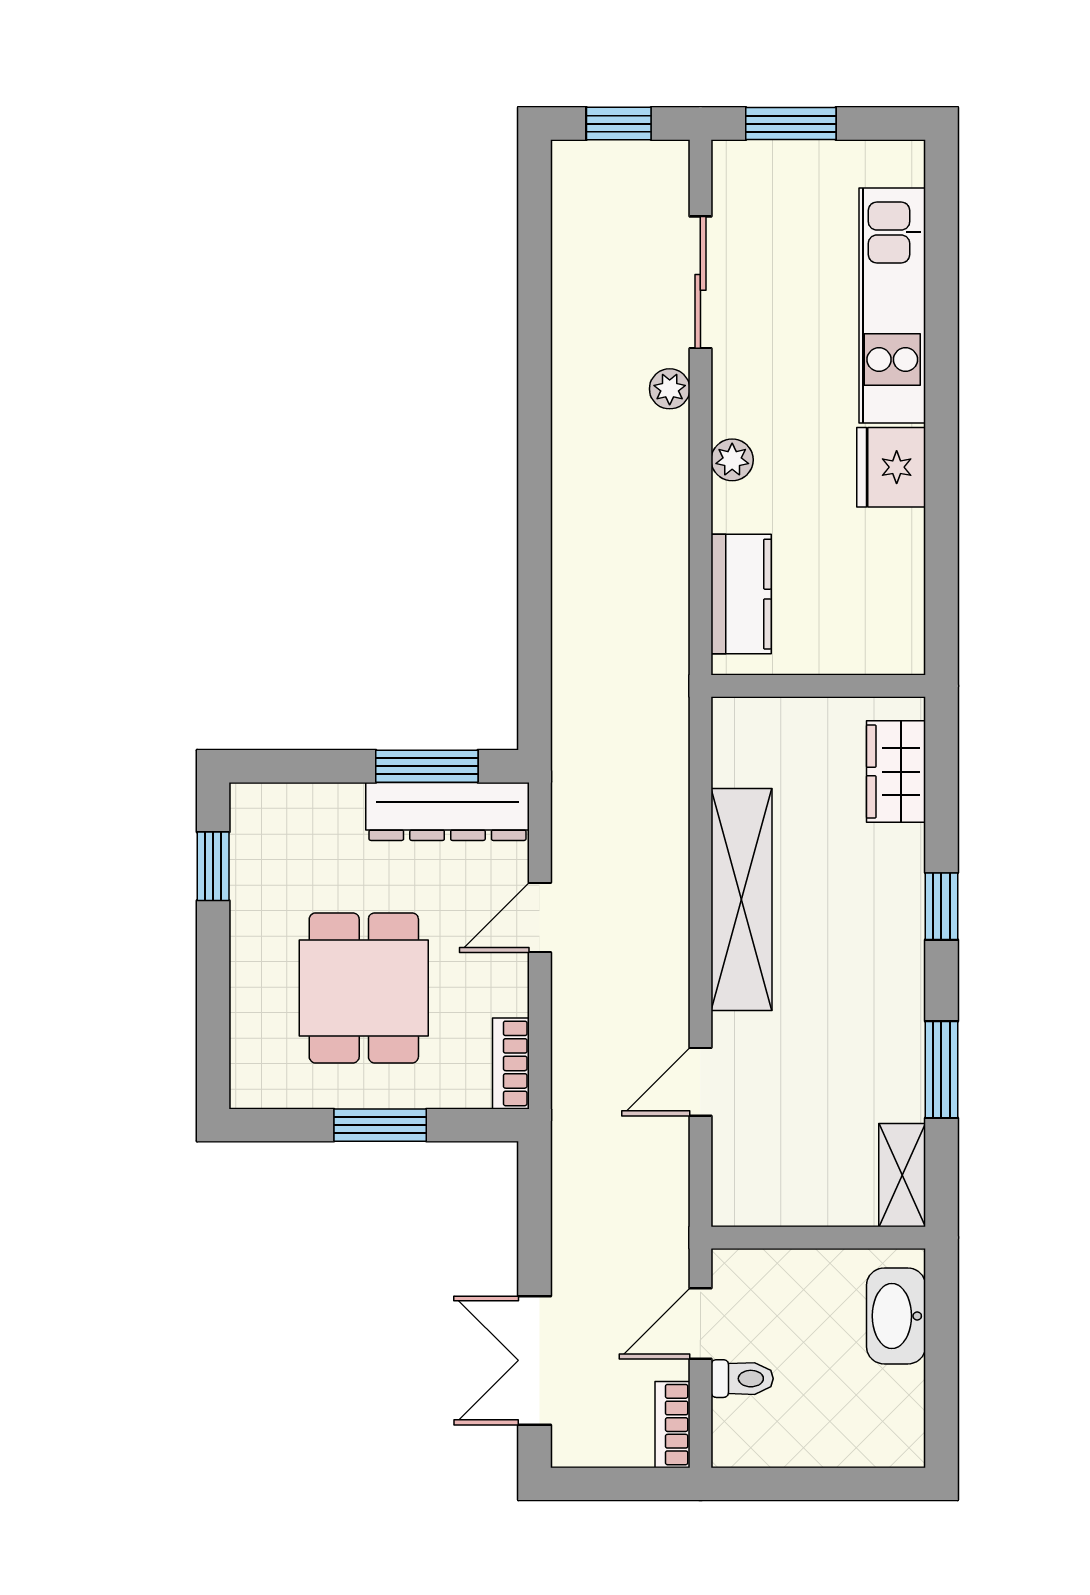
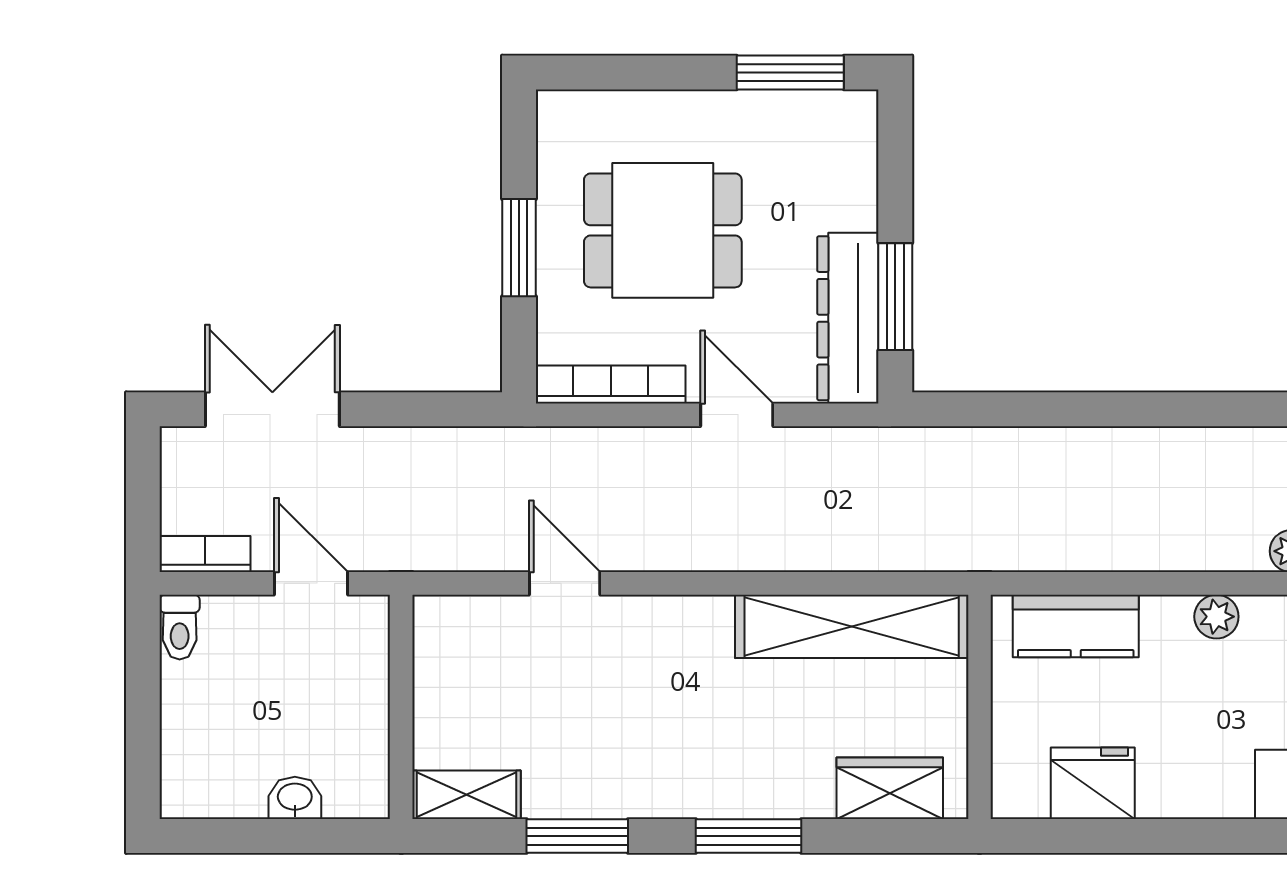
fridge: (891, 467) -> (1093, 783), moved
window: (213, 866) -> (790, 72), width x1.50
shelving: (742, 899) -> (852, 626), moved
window: (941, 906) -> (748, 836), width x1.50
bookcase: (511, 1063) -> (611, 385), width x1.56
washbasin: (896, 1316) -> (295, 798), width x0.52, depth x0.69
toilet: (742, 1379) -> (180, 627), moved

